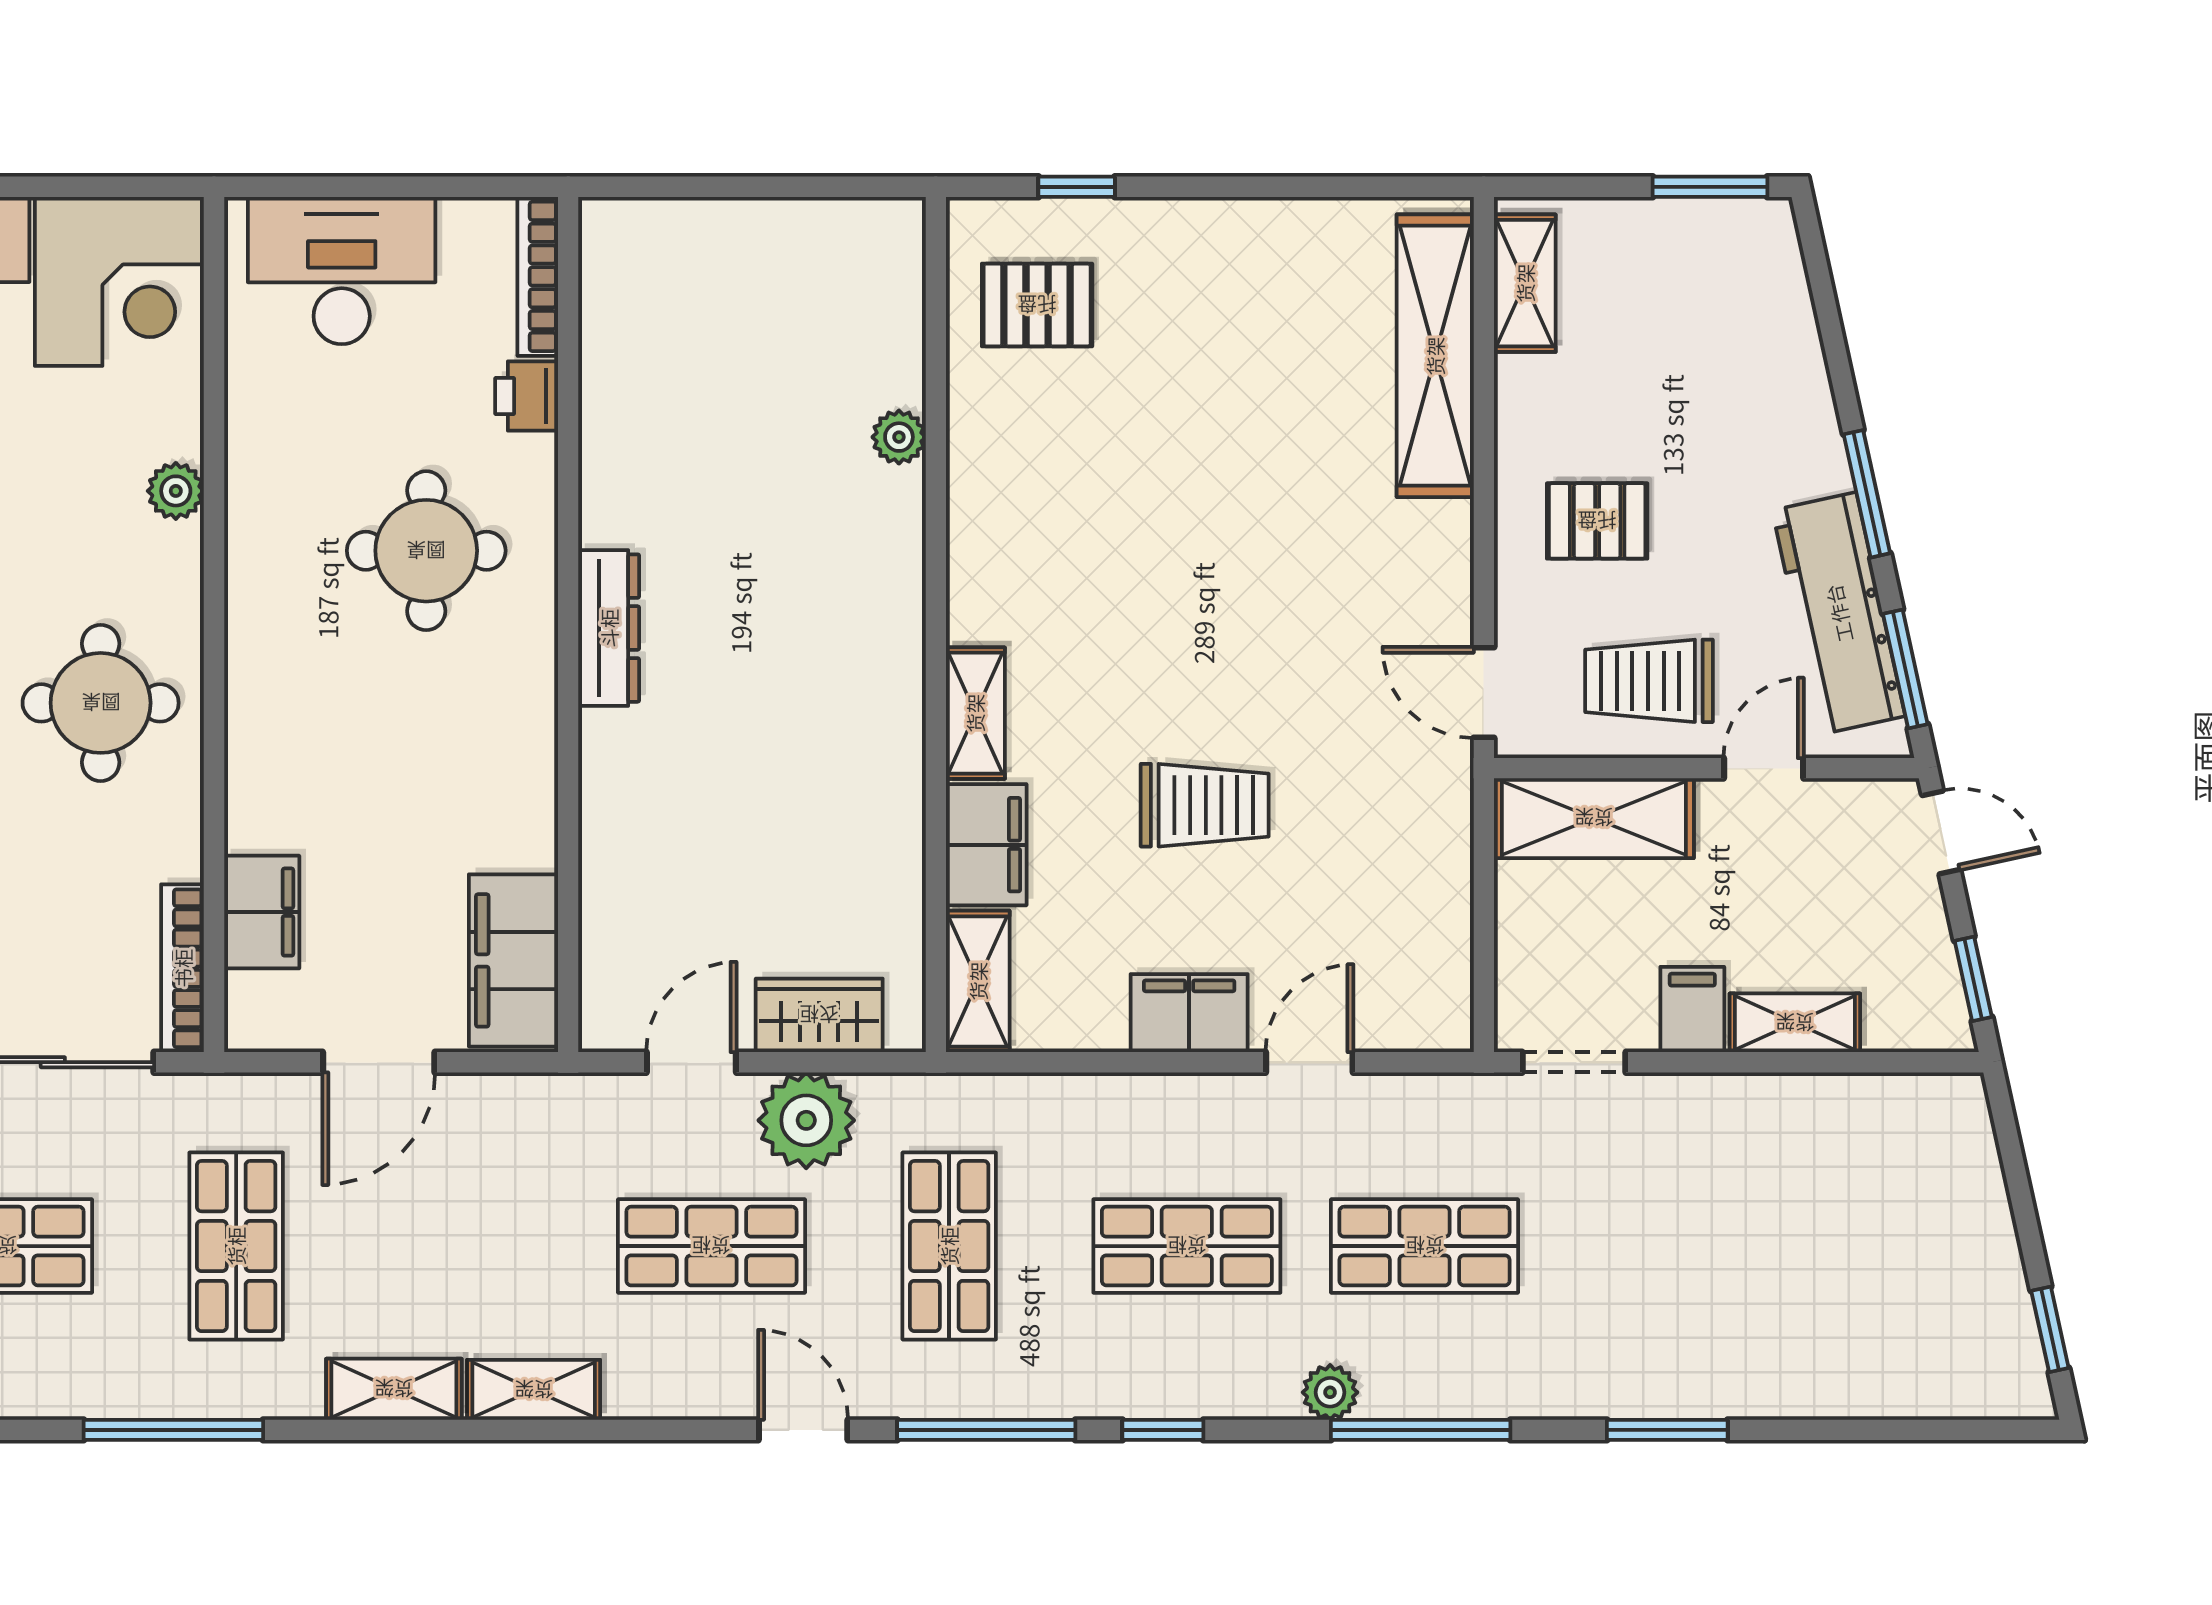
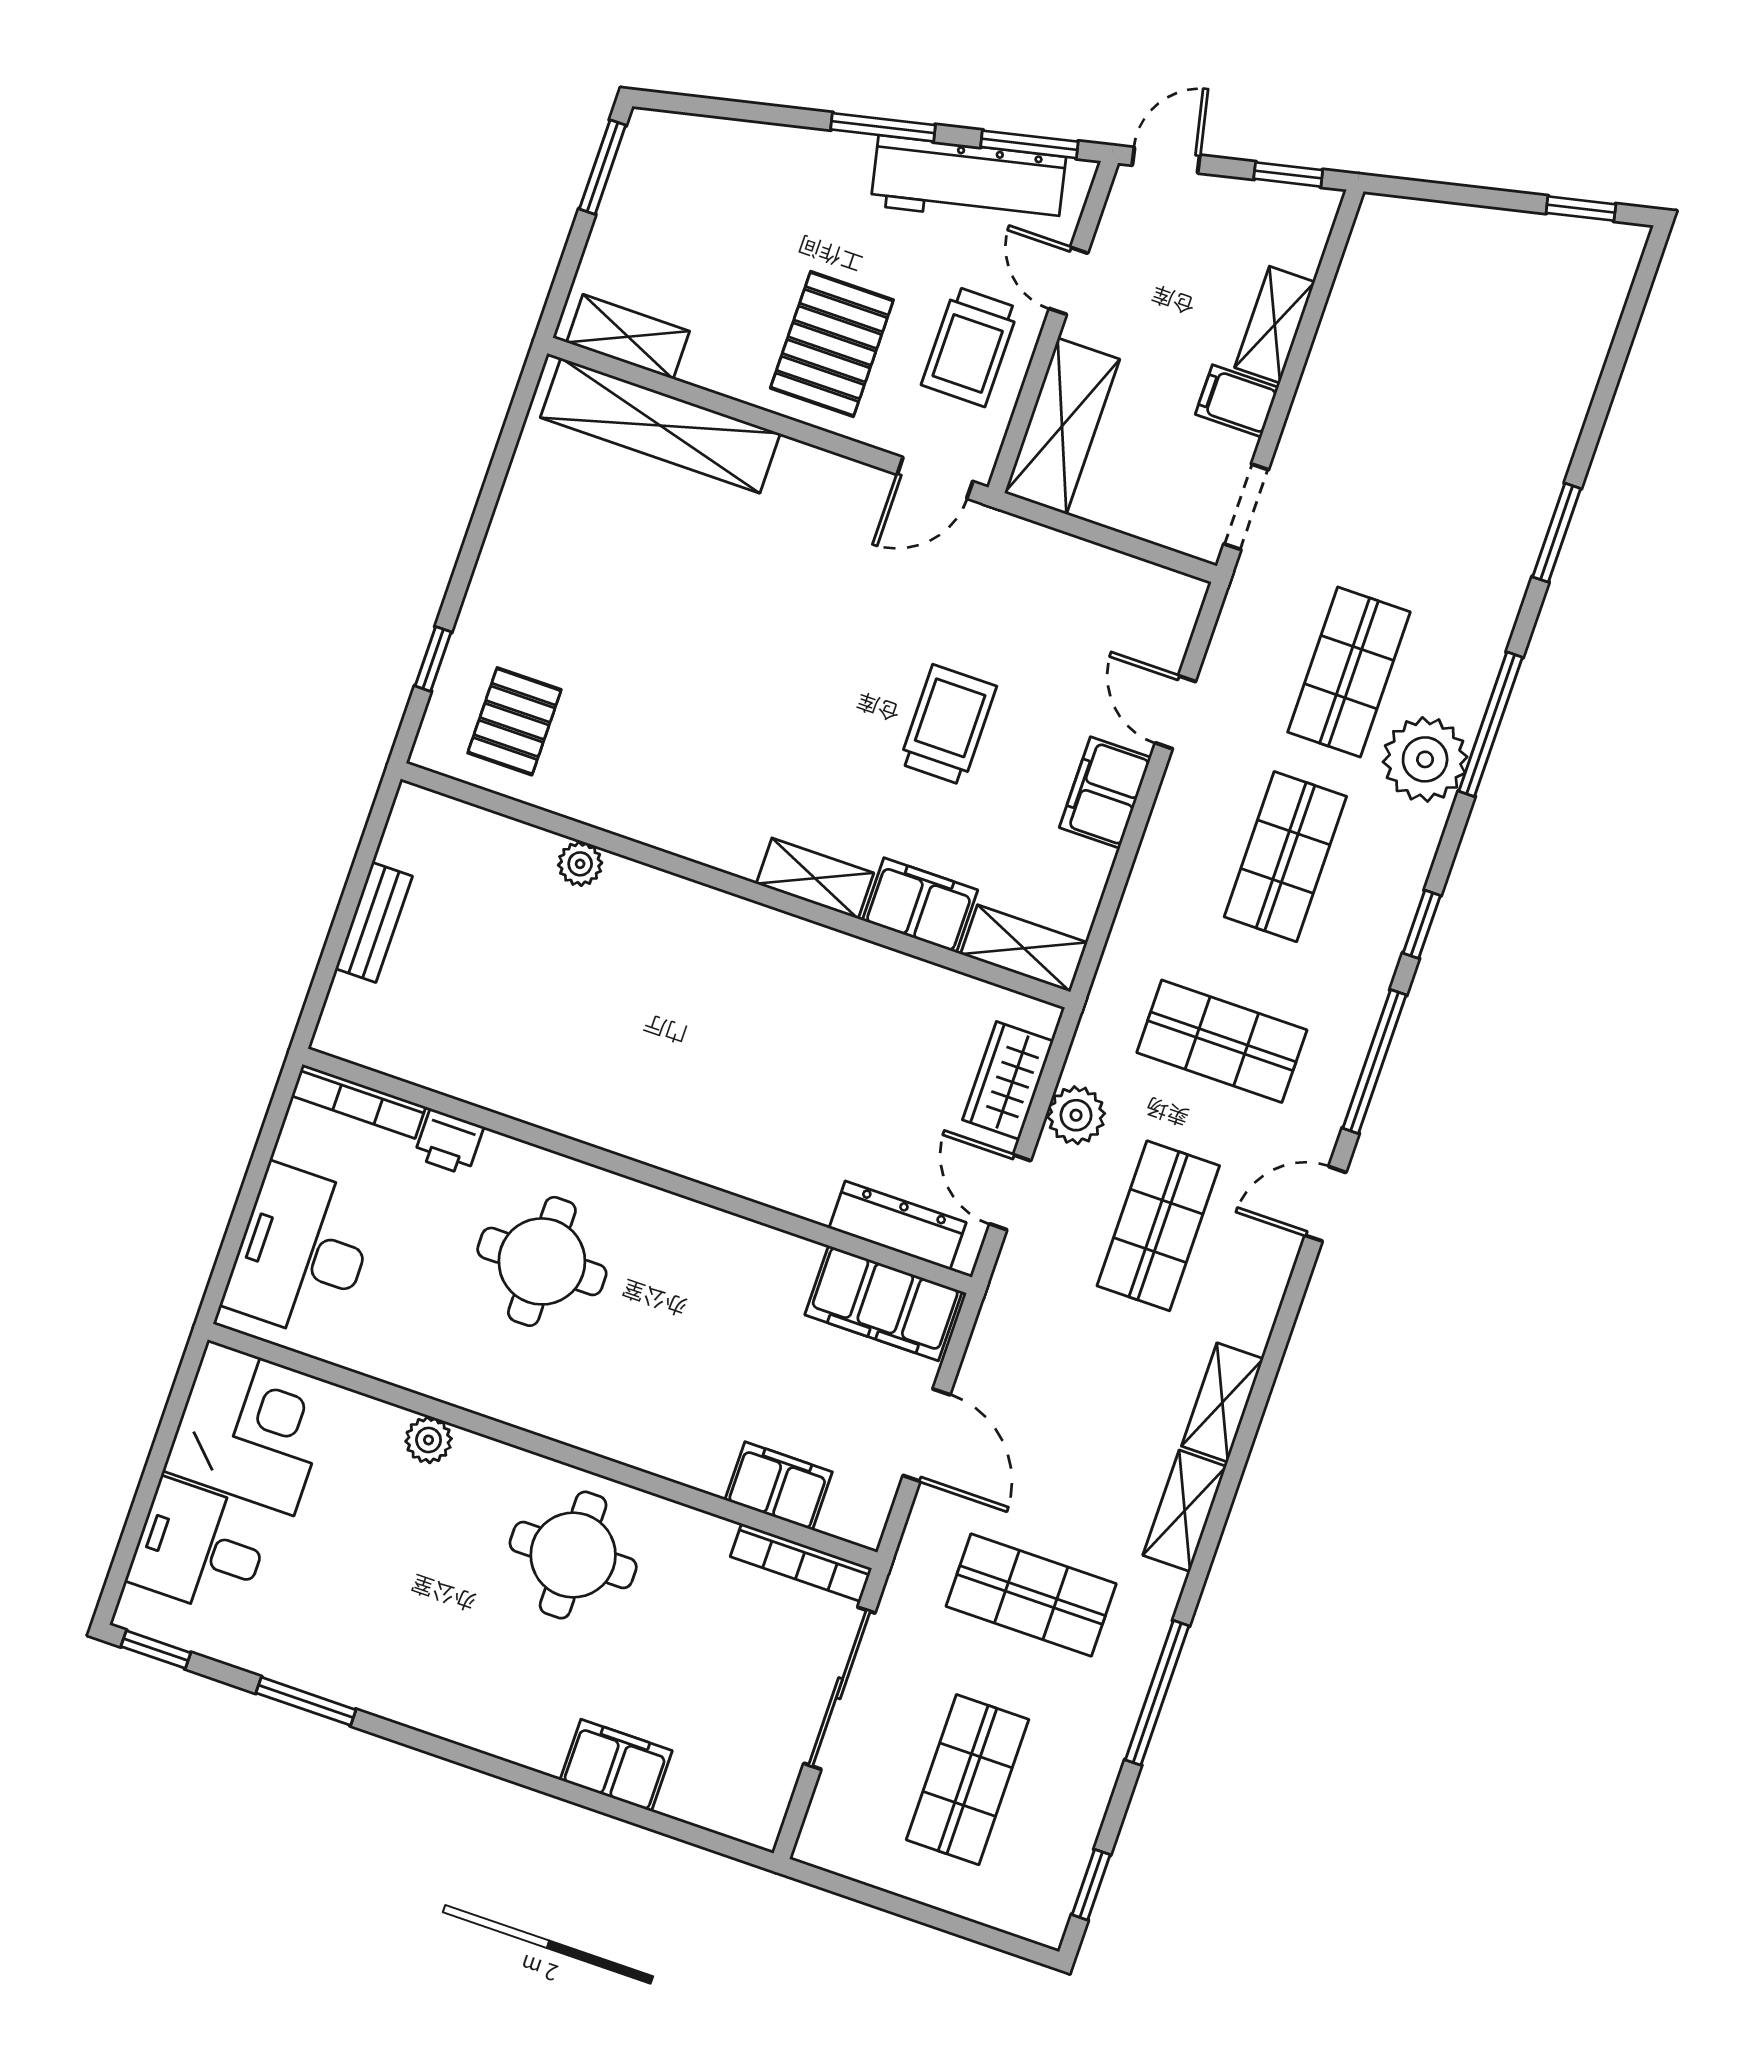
bench: (750, 223) -> (374, 922), added
pallet: (1597, 521) -> (832, 344), width x1.50, depth x1.42
dresser: (609, 628) -> (898, 1225), moved
plant: (806, 1120) -> (1076, 1115), width x0.73, depth x0.73
plant: (1330, 1392) -> (1425, 759), width x1.87, depth x1.87

